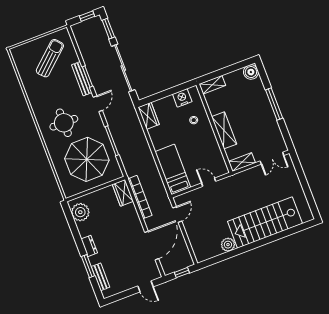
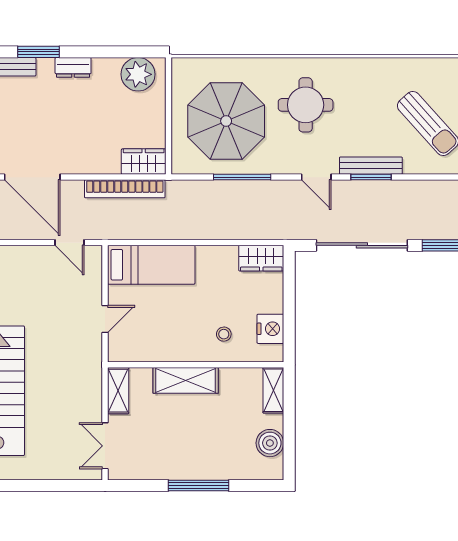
boiler: (251, 72) -> (270, 443), moved

